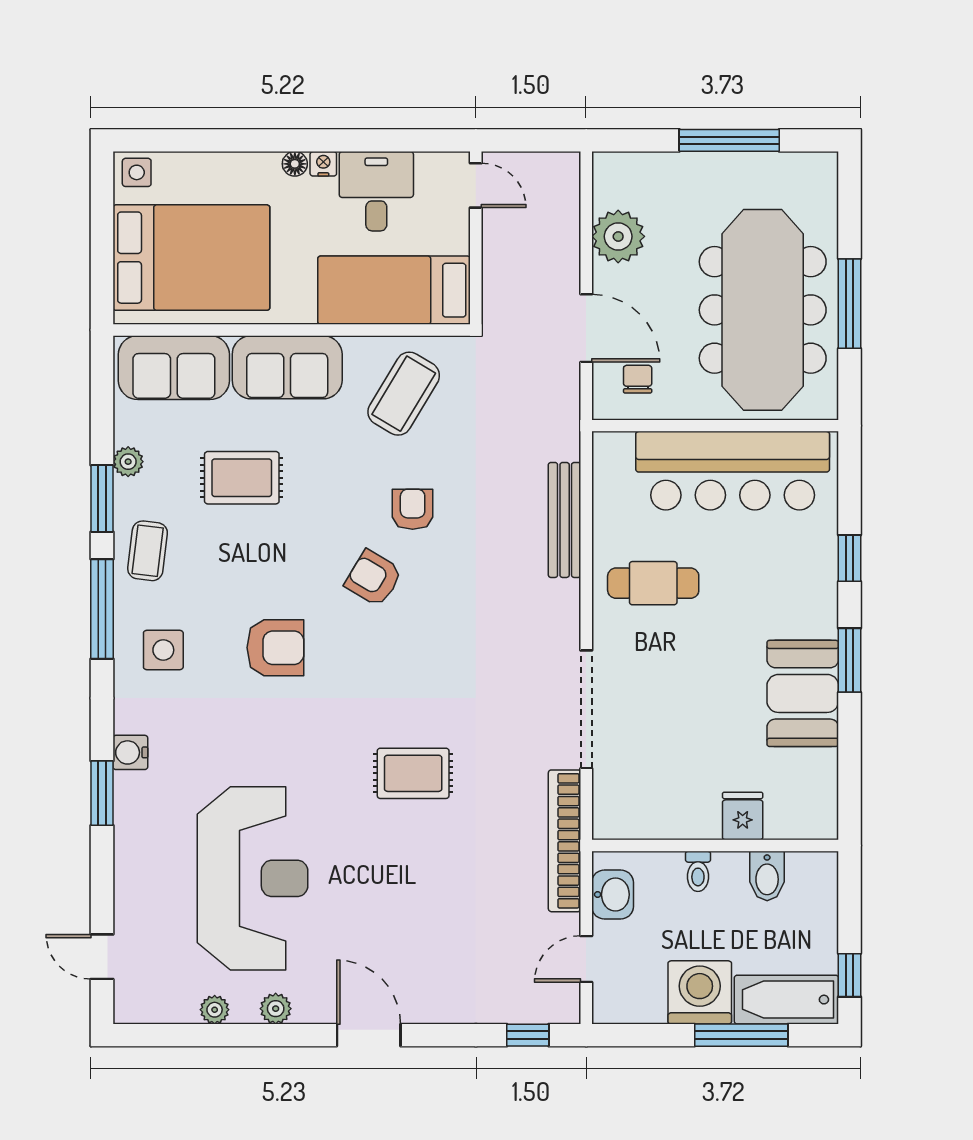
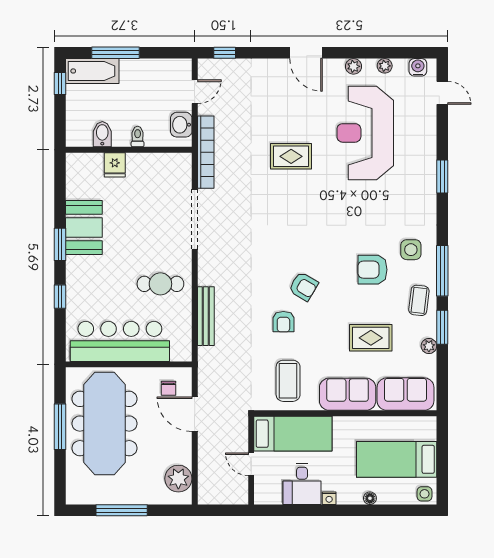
floor lamp: (295, 164) -> (370, 498), moved
door: (476, 185) -> (251, 464), moved
plant: (618, 236) -> (178, 479), moved
bed: (191, 258) -> (397, 459), width x0.67
coffee table: (404, 394) -> (288, 381), turned -31
armchair: (275, 648) -> (373, 270), moved
water cooler: (130, 752) -> (418, 67), moved, turned -90
rug: (413, 773) -> (291, 156), moved
washing machine: (700, 992) -> (137, 75), removed

